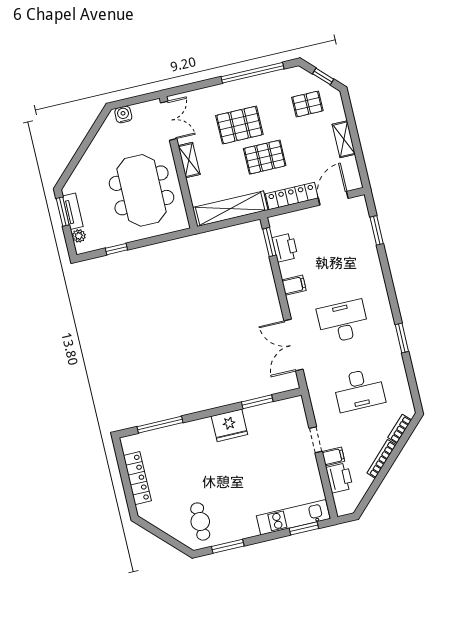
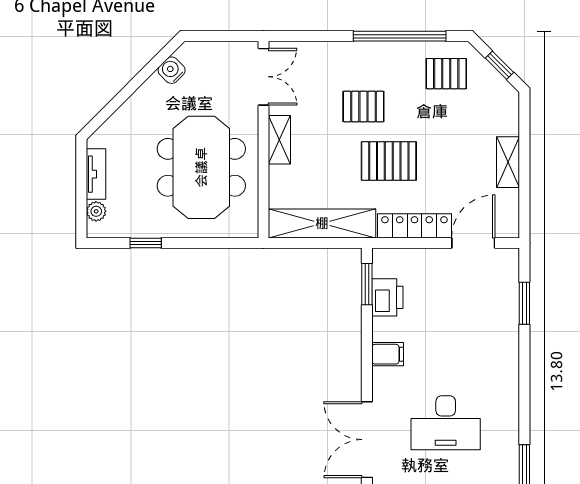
pallet: (307, 104) -> (446, 74), moved
water cooler: (123, 115) -> (172, 70), moved, turned -45
pallet: (239, 125) -> (363, 107), width x0.67, depth x0.71
window: (63, 212) -> (81, 171), removed
desk: (343, 322) -> (446, 423), turned 180

